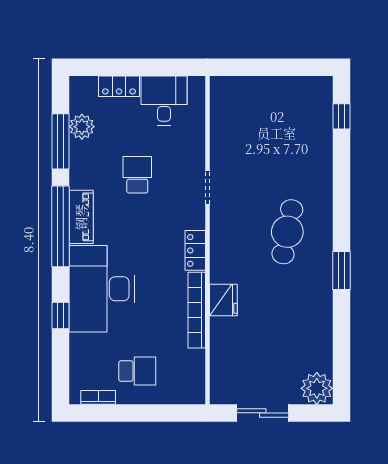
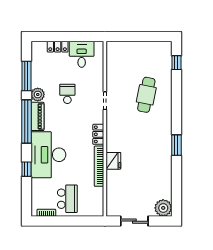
plant: (82, 127) -> (38, 95), moved
cafe table: (287, 232) -> (146, 95), moved
school desk: (137, 371) -> (67, 199), width x1.85

